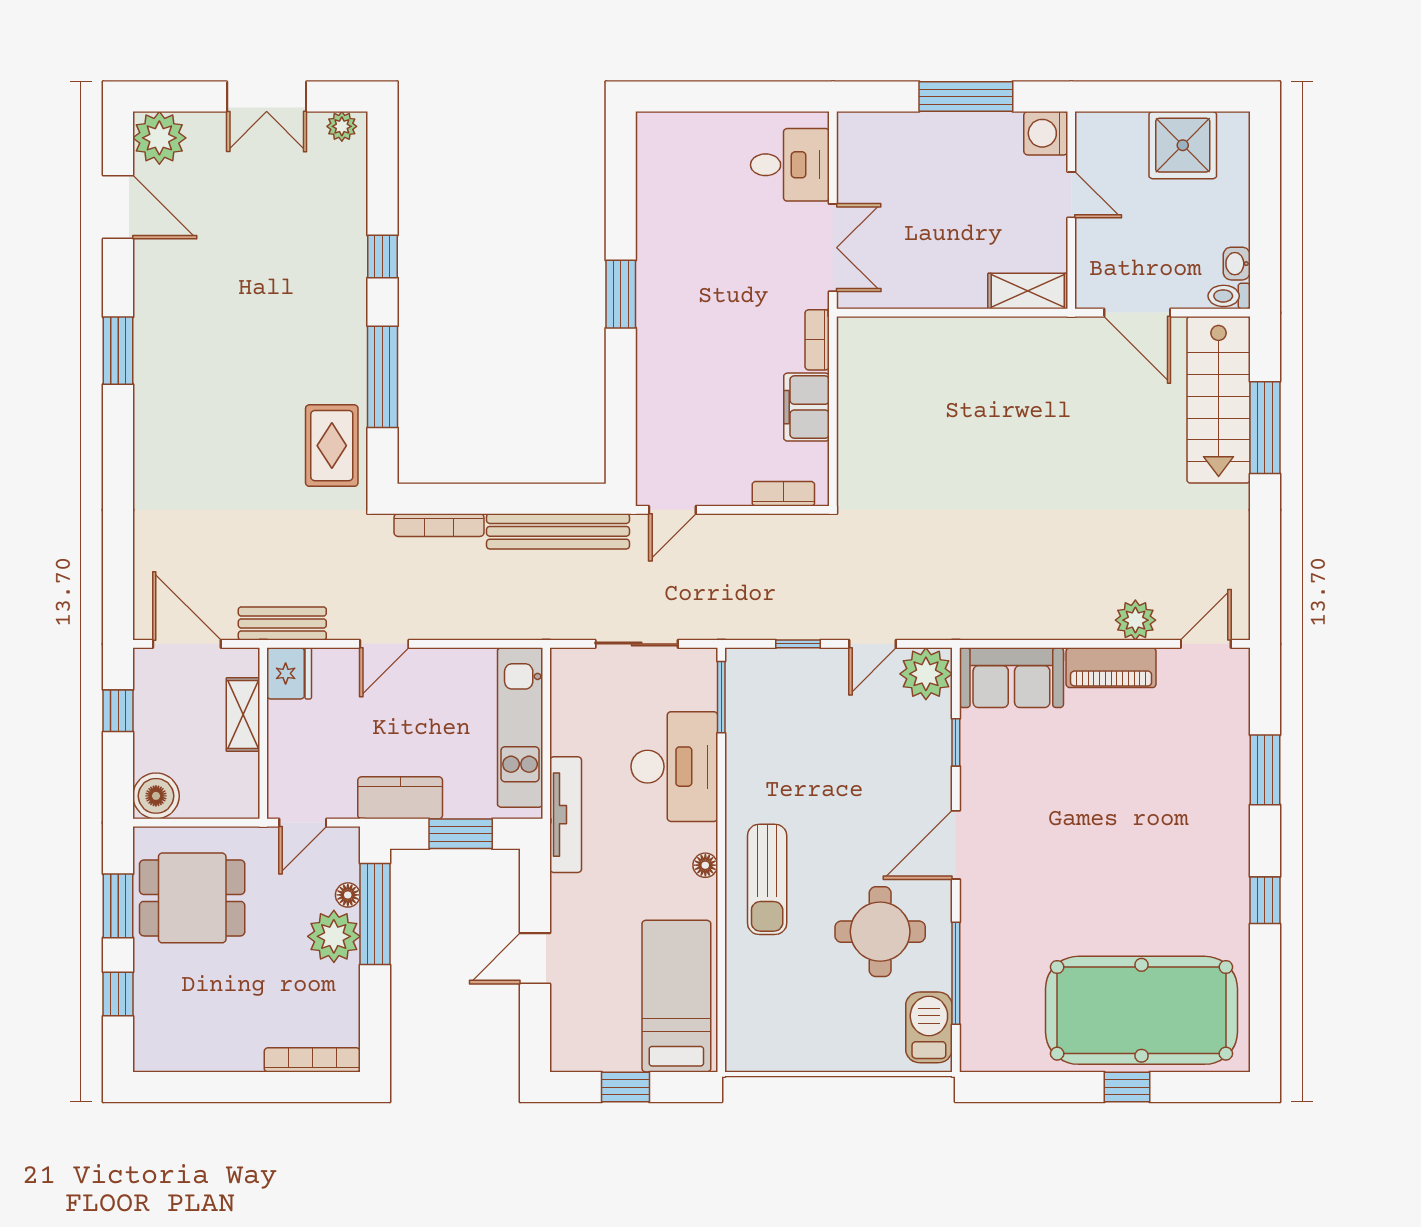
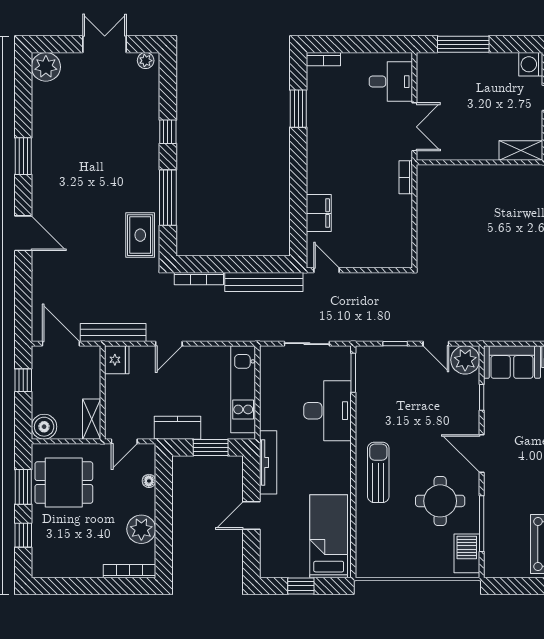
double door: (267, 97) -> (105, 44), swing flipped
window: (966, 97) -> (463, 44), moved
door: (118, 207) -> (23, 233), moved
window: (621, 294) -> (298, 109), moved
window: (118, 351) -> (23, 156), moved
filing cabinet: (806, 407) -> (319, 213), moved, turned 180
bookcase: (783, 494) -> (323, 59), moved, turned 180
door: (672, 510) -> (327, 270), swing flipped
bench: (282, 623) -> (113, 332), width x1.36
door: (872, 644) -> (436, 344), hinge flipped
shelving: (243, 715) -> (92, 419), moved
tv unit: (566, 815) -> (268, 462), moved
door: (956, 845) -> (482, 454), hinge flipped
floor lamp: (705, 865) -> (344, 465), removed
sun lounger: (767, 879) -> (378, 472), turned 180
window: (375, 914) -> (164, 491), removed
plant: (334, 936) -> (141, 529), moved

